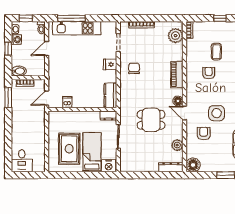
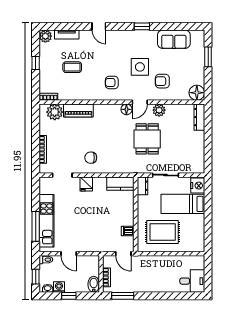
armchair: (209, 73) -> (112, 82), moved
piano: (177, 75) -> (78, 110), moved
plant: (177, 145) -> (159, 110), moved
rug: (69, 149) -> (163, 232), moved

